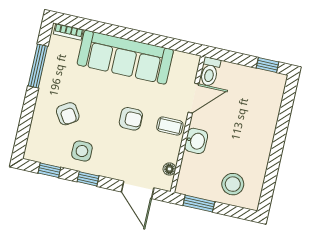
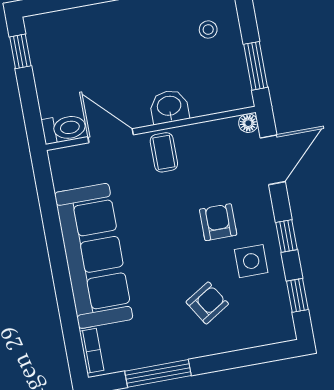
armchair: (131, 119) -> (218, 222), moved
floor lamp: (169, 169) -> (248, 123), moved
stool: (233, 184) -> (208, 30), width x0.53, depth x0.53

